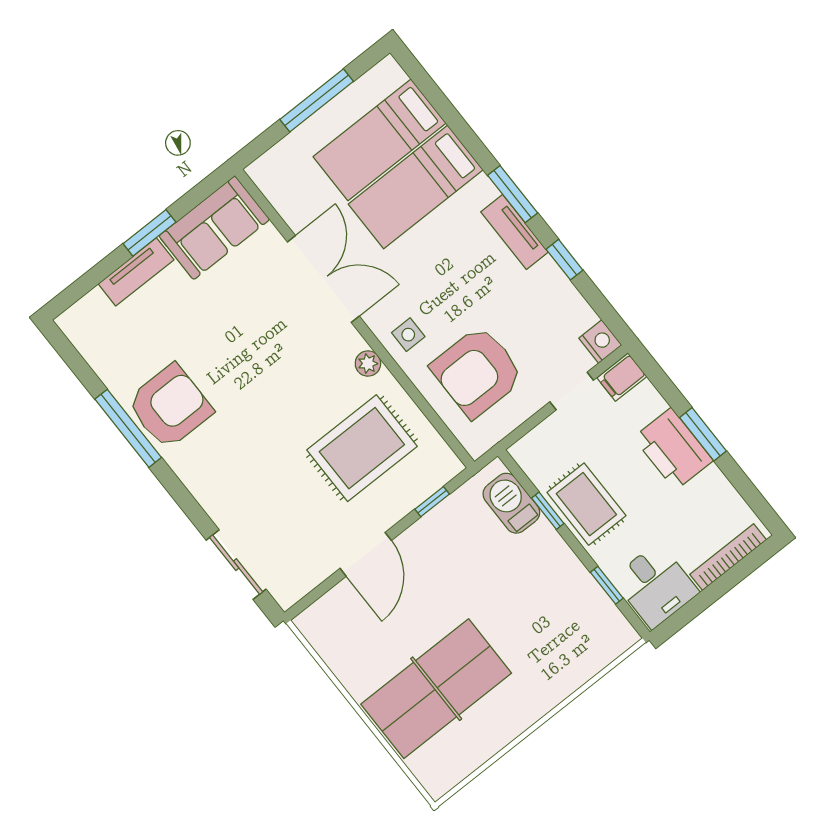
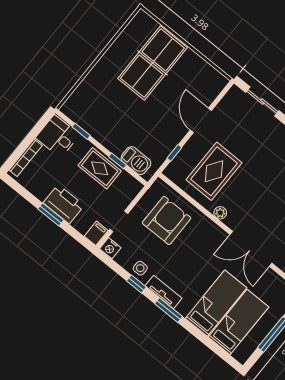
side table: (408, 335) -> (140, 268), moved

